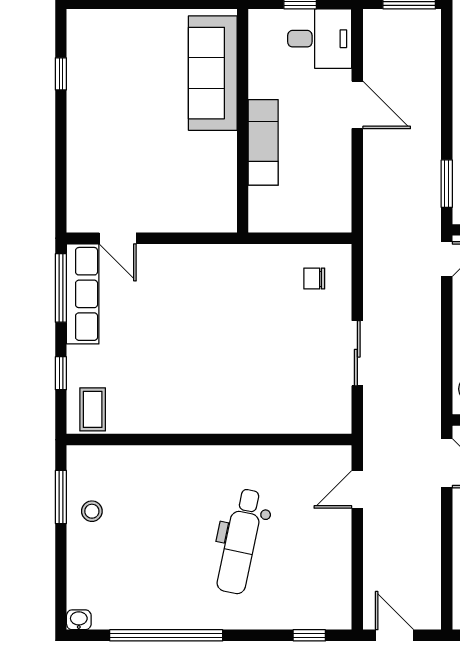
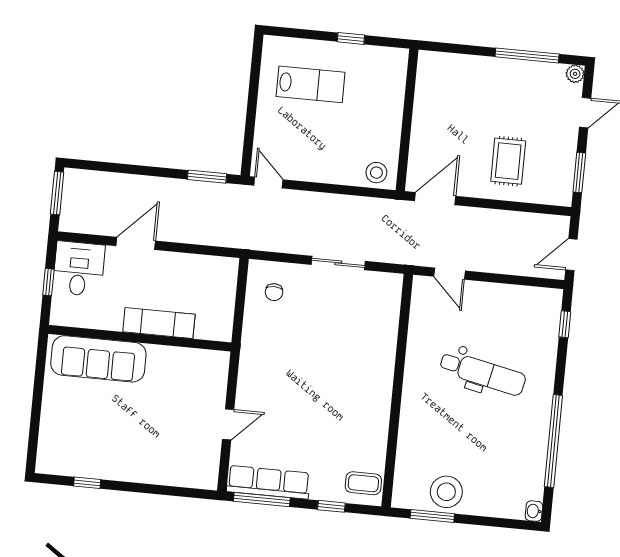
door: (118, 238) -> (228, 424), moved
stool: (92, 511) -> (446, 492), width x1.89, depth x1.89

